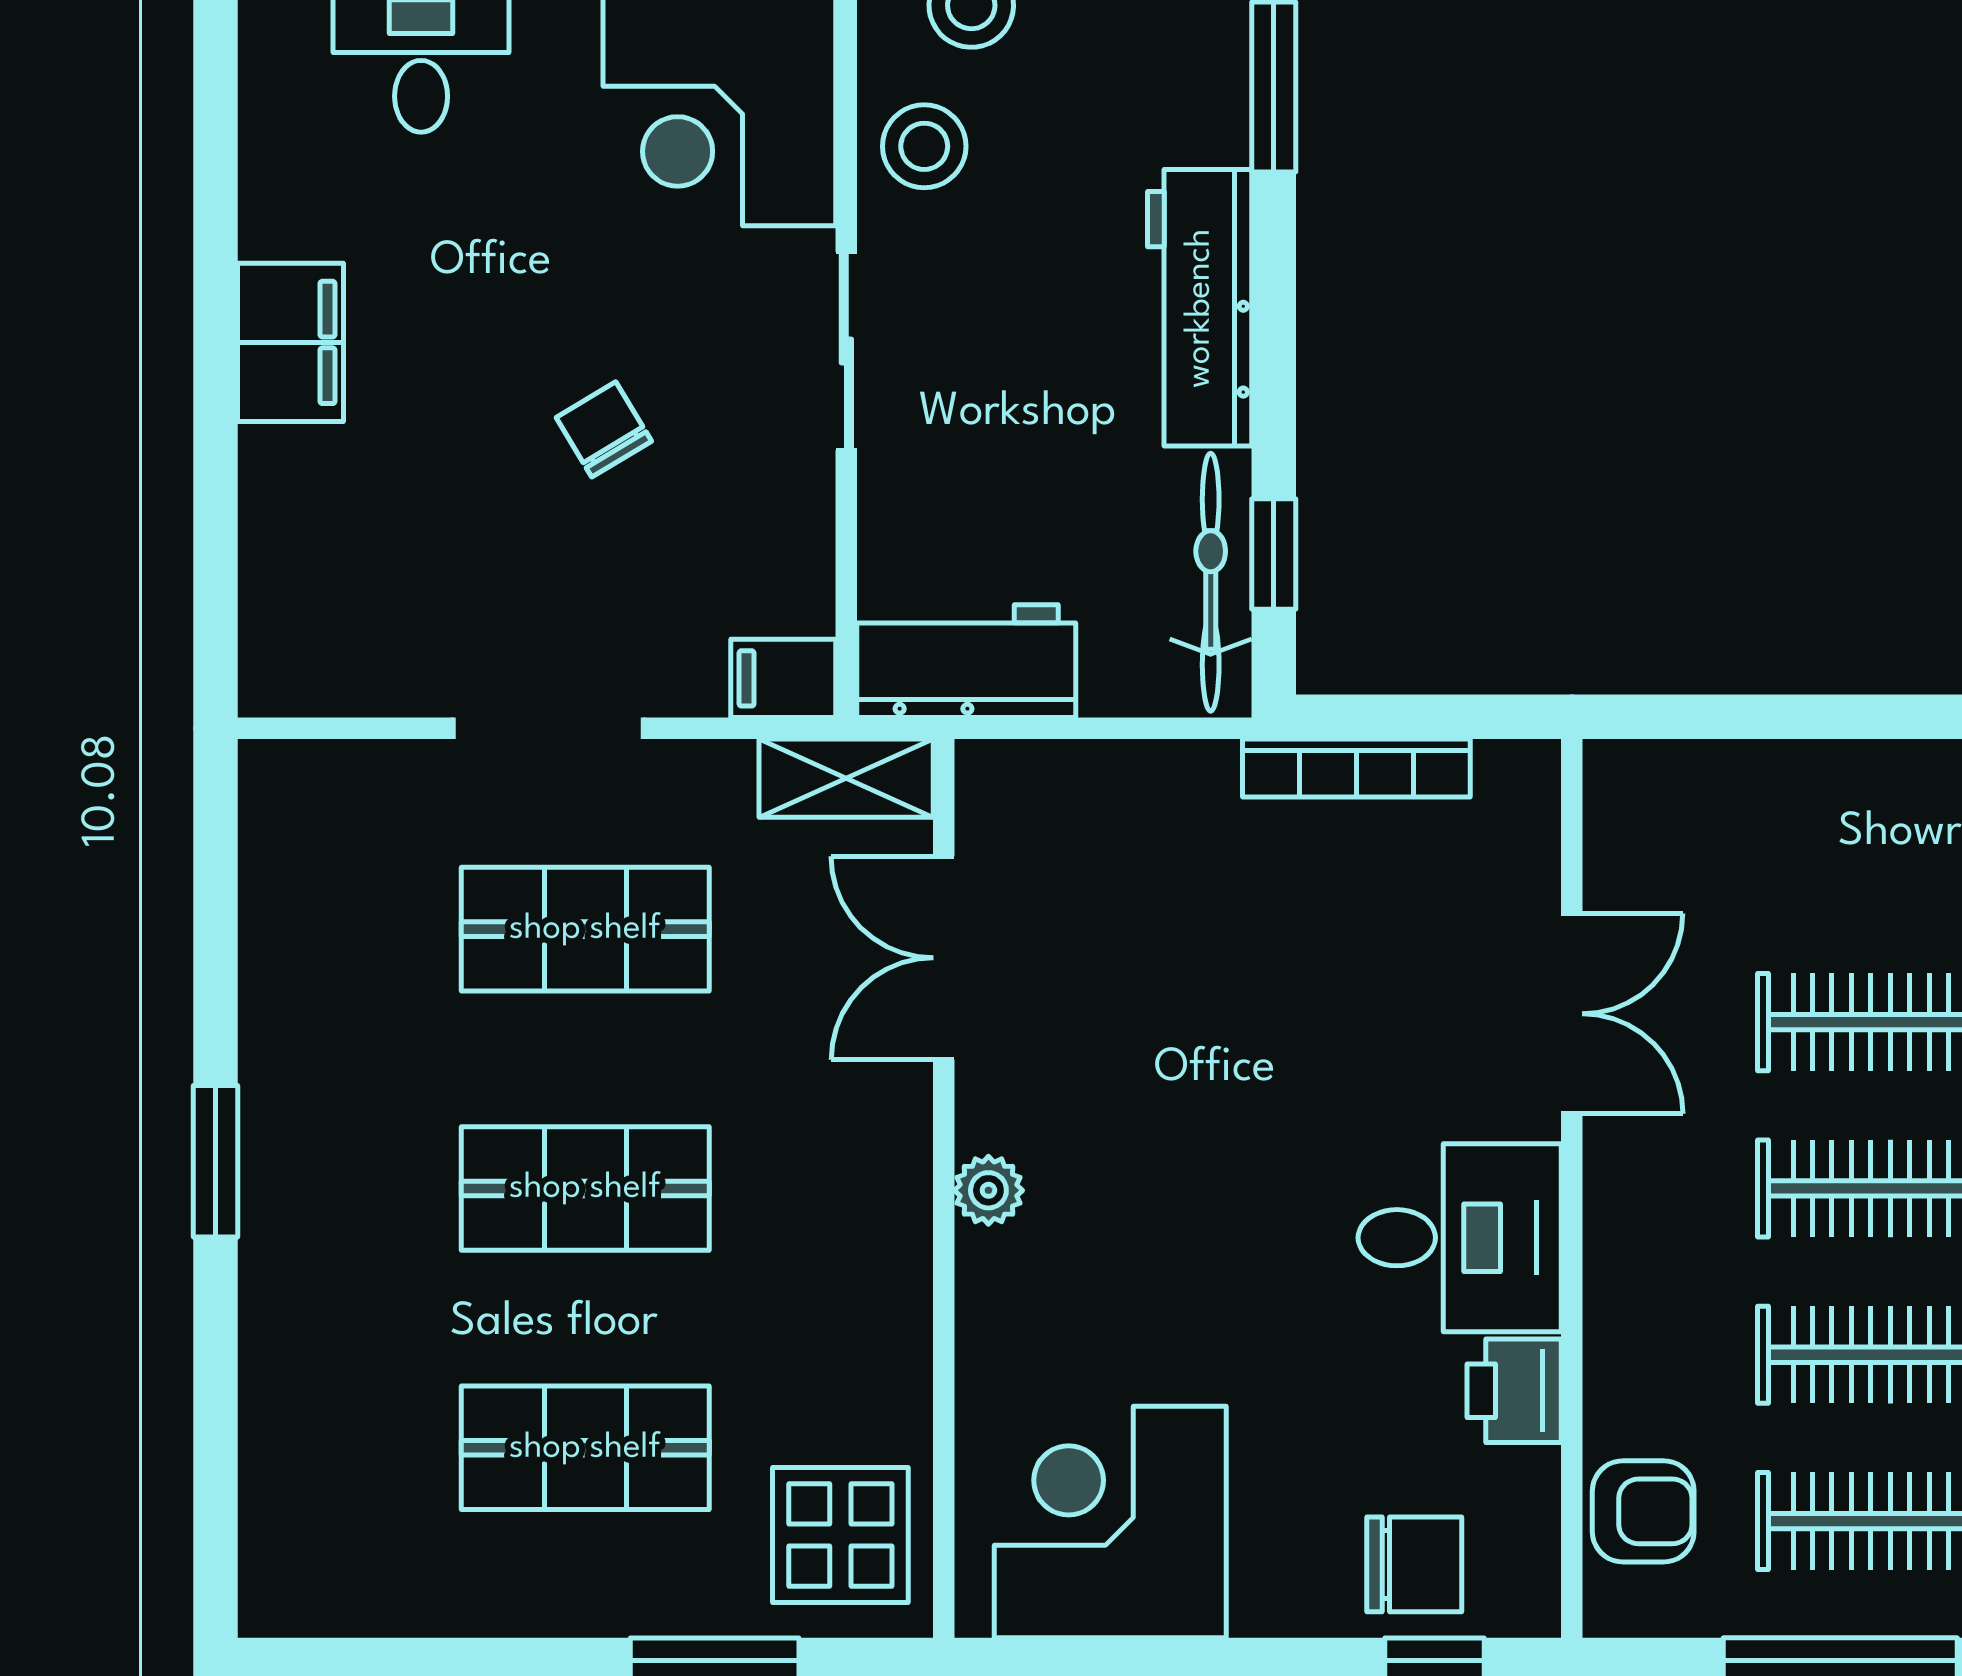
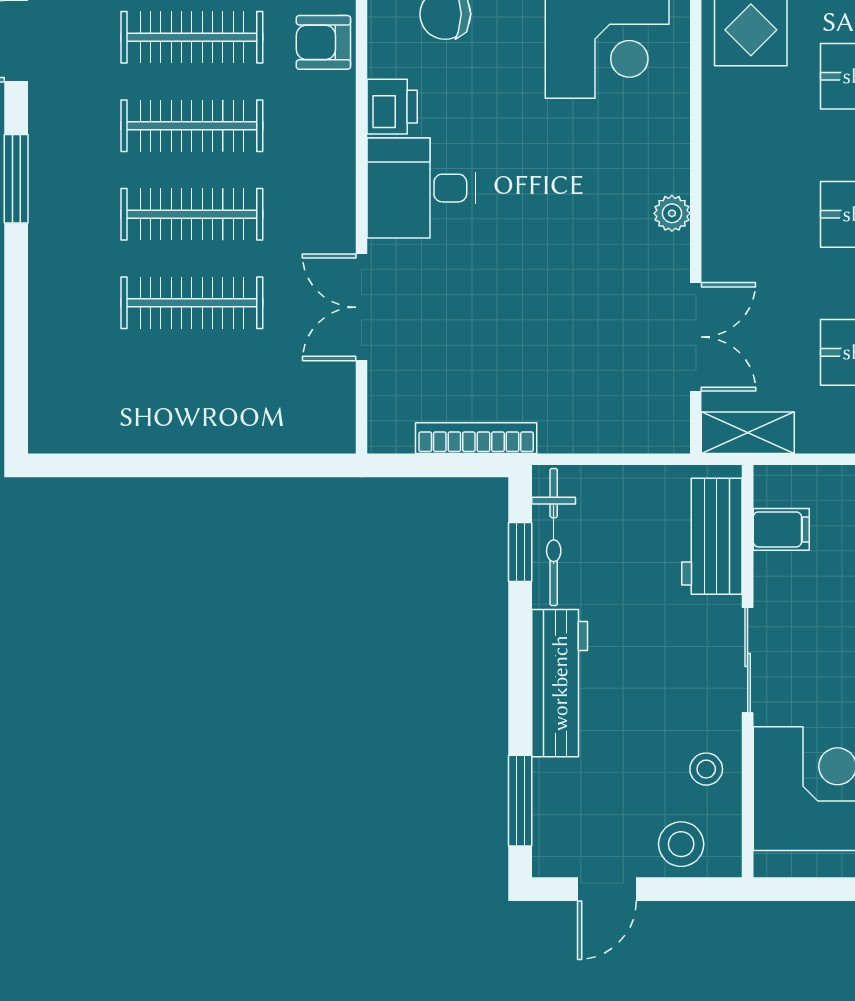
stool: (924, 146) -> (706, 769), width x0.73, depth x0.73
workbench: (966, 661) -> (712, 536), moved, turned 90
filing cabinet: (783, 678) -> (781, 529), moved

